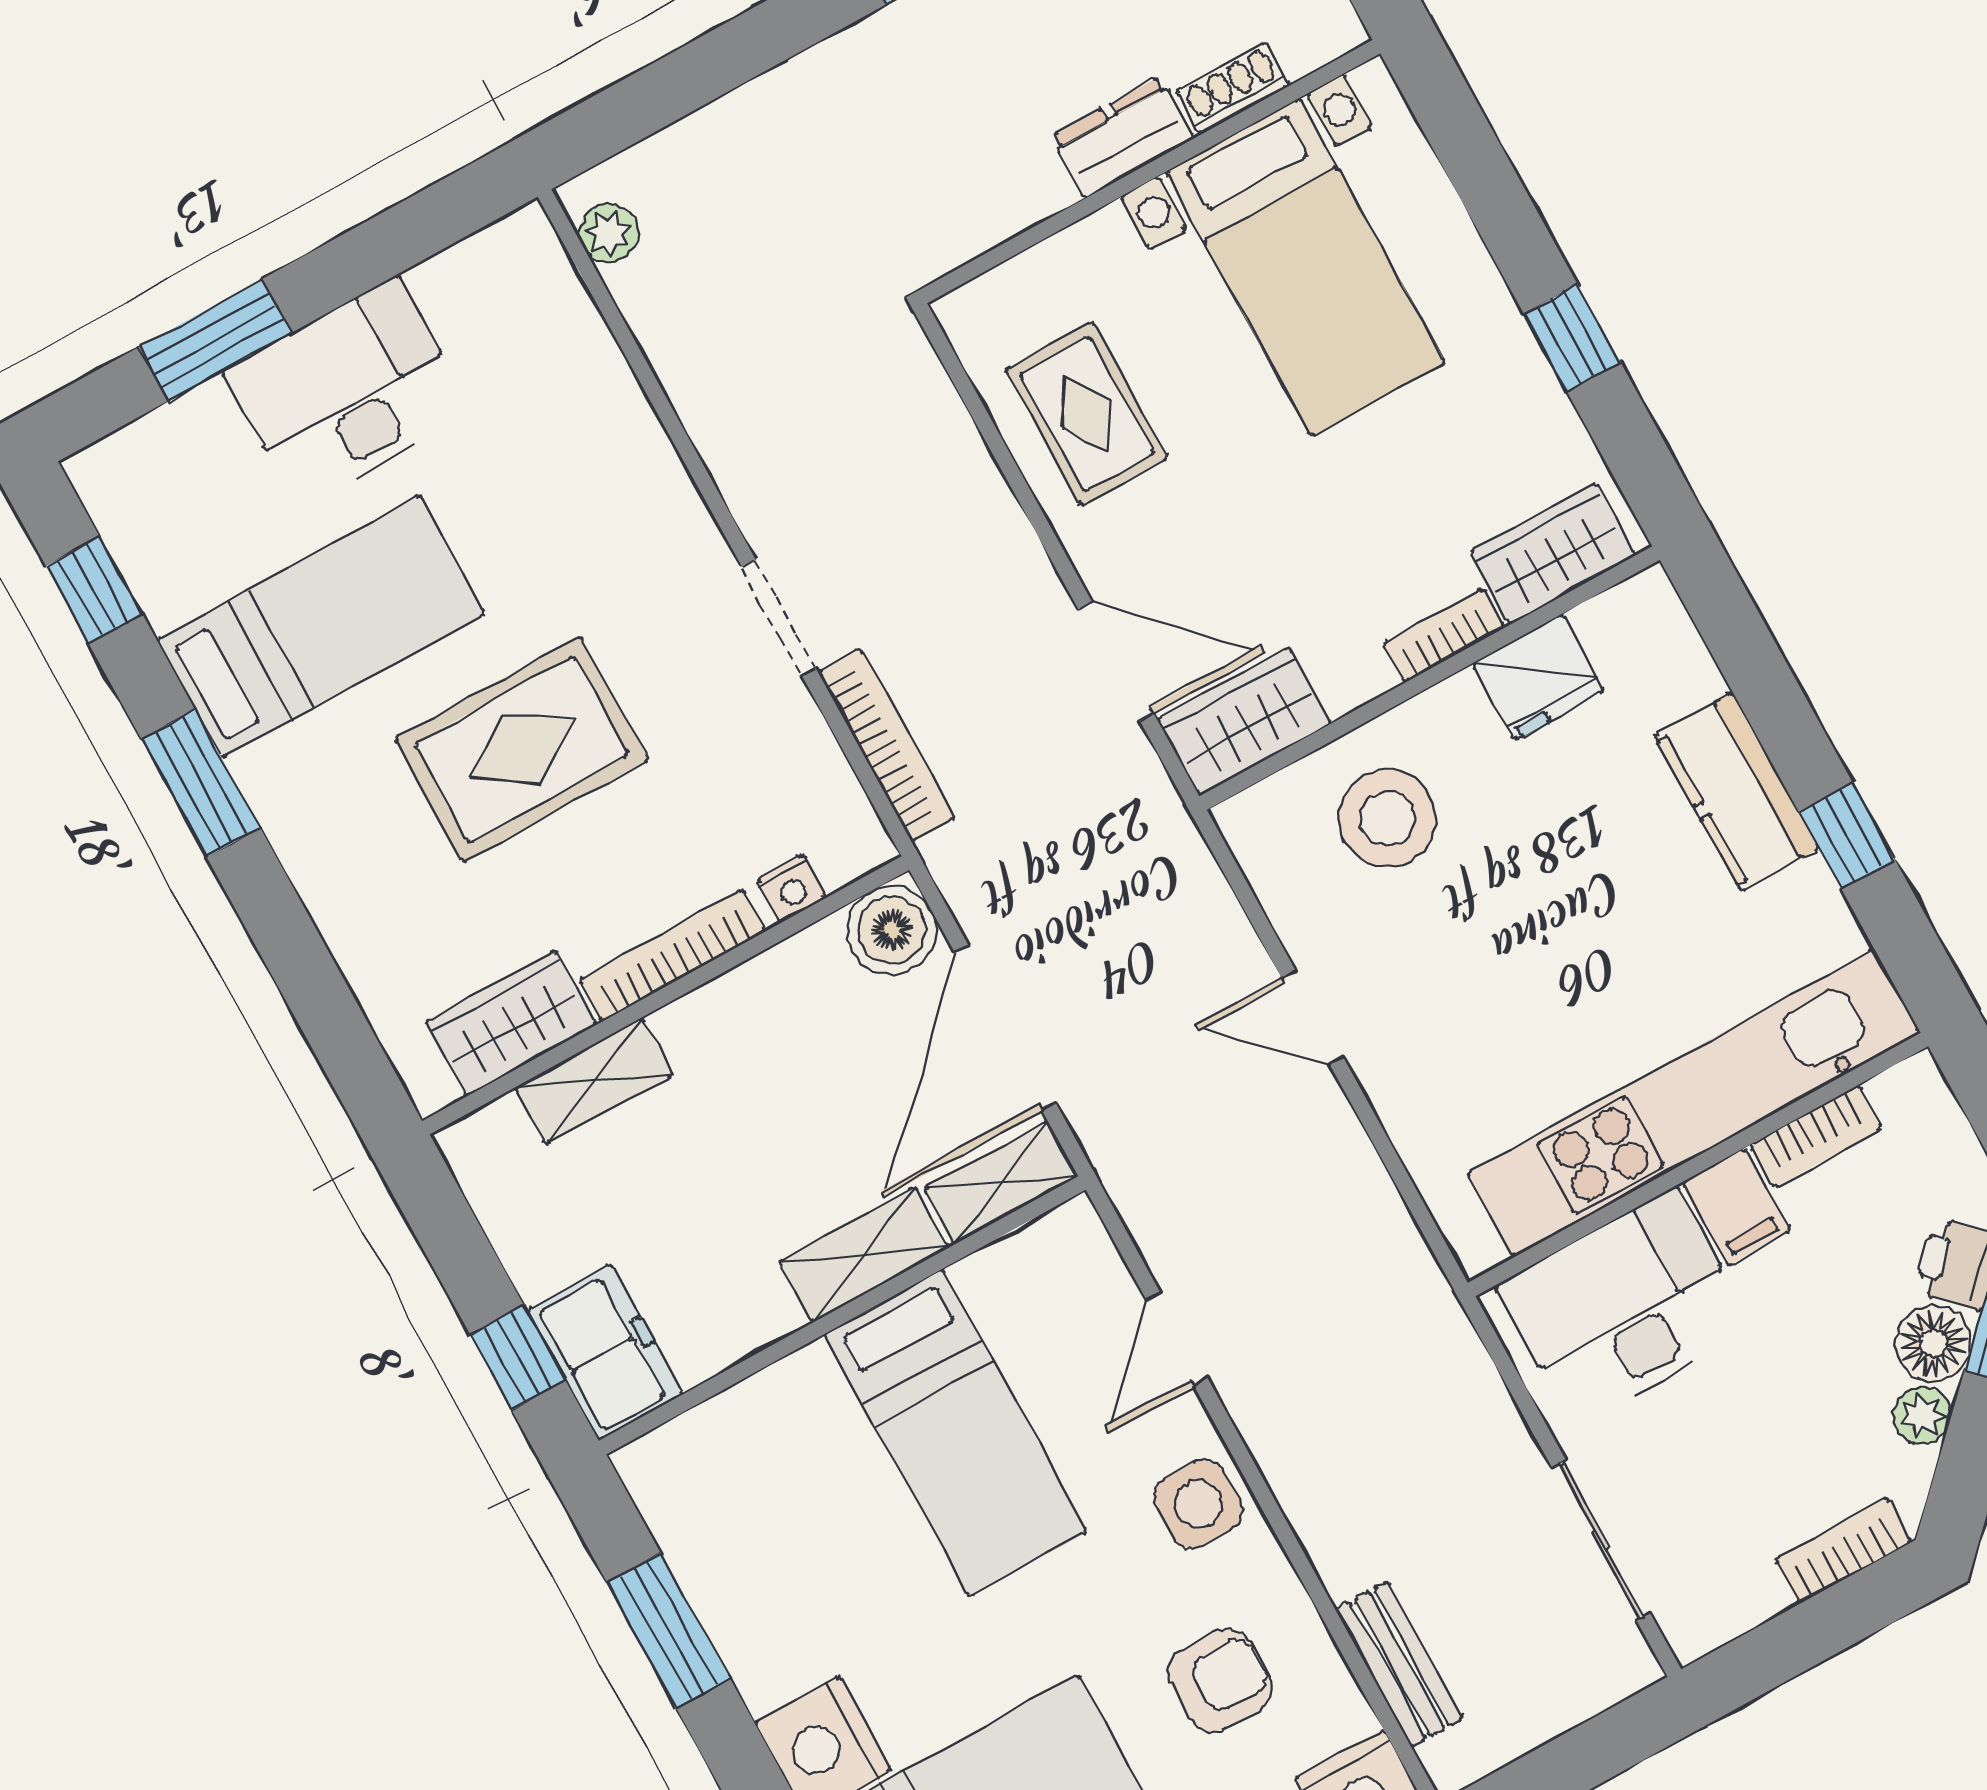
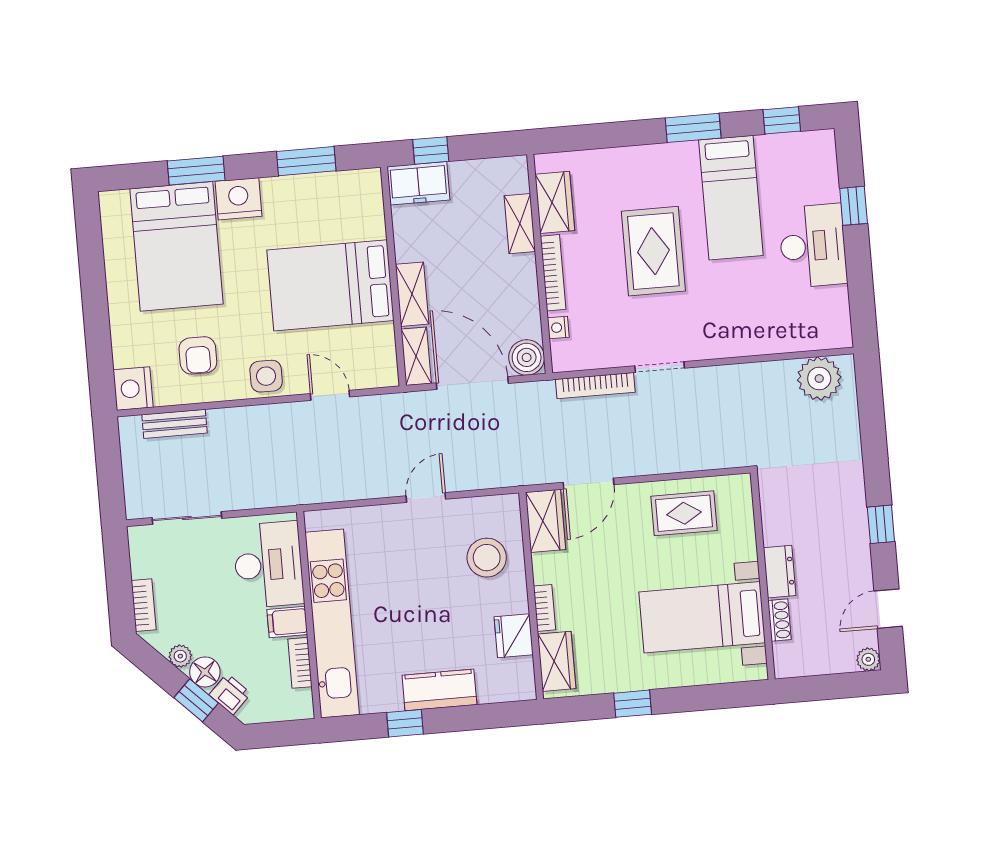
plant: (609, 233) -> (819, 379), width x1.88, depth x1.88
window: (215, 340) -> (854, 206), width x0.67
bed: (956, 1433) -> (331, 285), width x1.50

